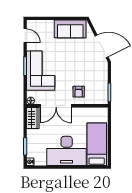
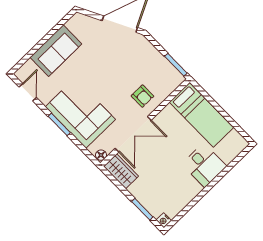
sofa: (70, 29) -> (56, 51), moved
door: (25, 36) -> (28, 92), hinge flipped
bed: (97, 144) -> (201, 115), moved, turned 180
desk: (67, 151) -> (204, 165), width x0.53, depth x0.77

